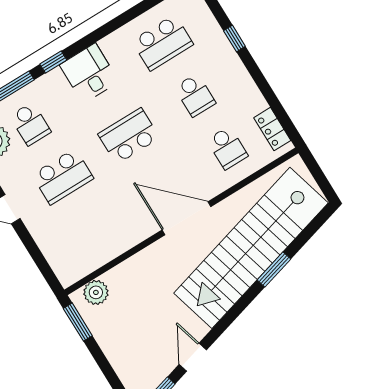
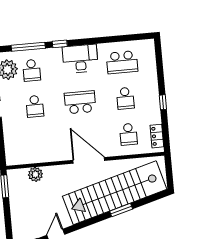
window: (234, 39) -> (163, 102), moved
desk: (89, 73) -> (80, 59), width x1.37
school desk: (63, 177) -> (35, 106), width x0.54
plant: (96, 292) -> (35, 174), moved

